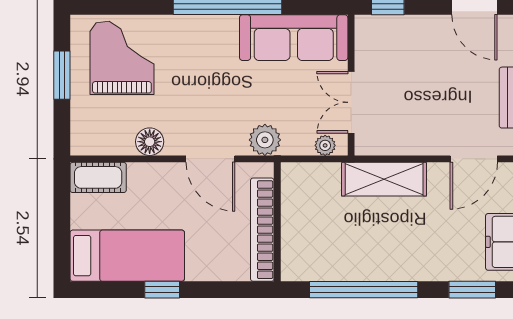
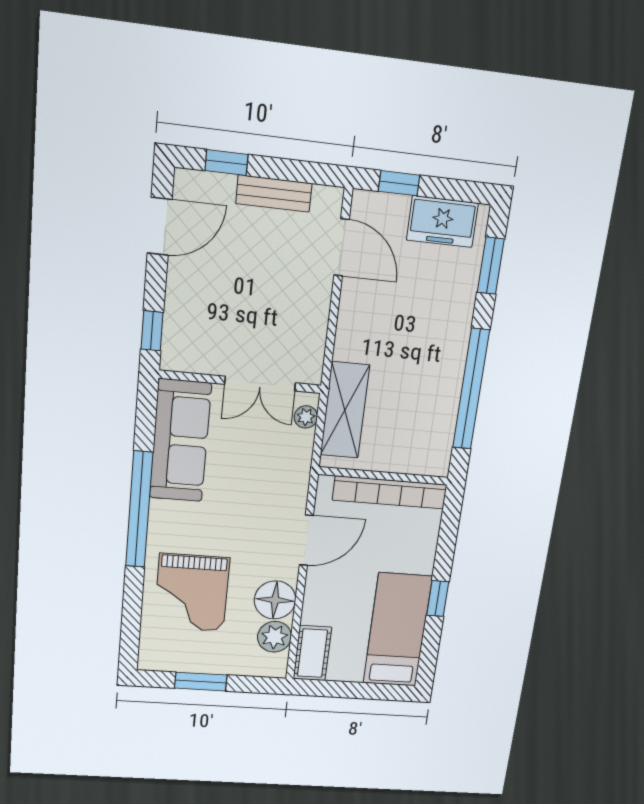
grand piano: (122, 58) -> (192, 593), moved, turned -90
plant: (265, 140) -> (274, 637), moved
floor lamp: (150, 142) -> (275, 600), width x1.38, depth x1.38
shelving: (384, 179) -> (345, 410), moved

